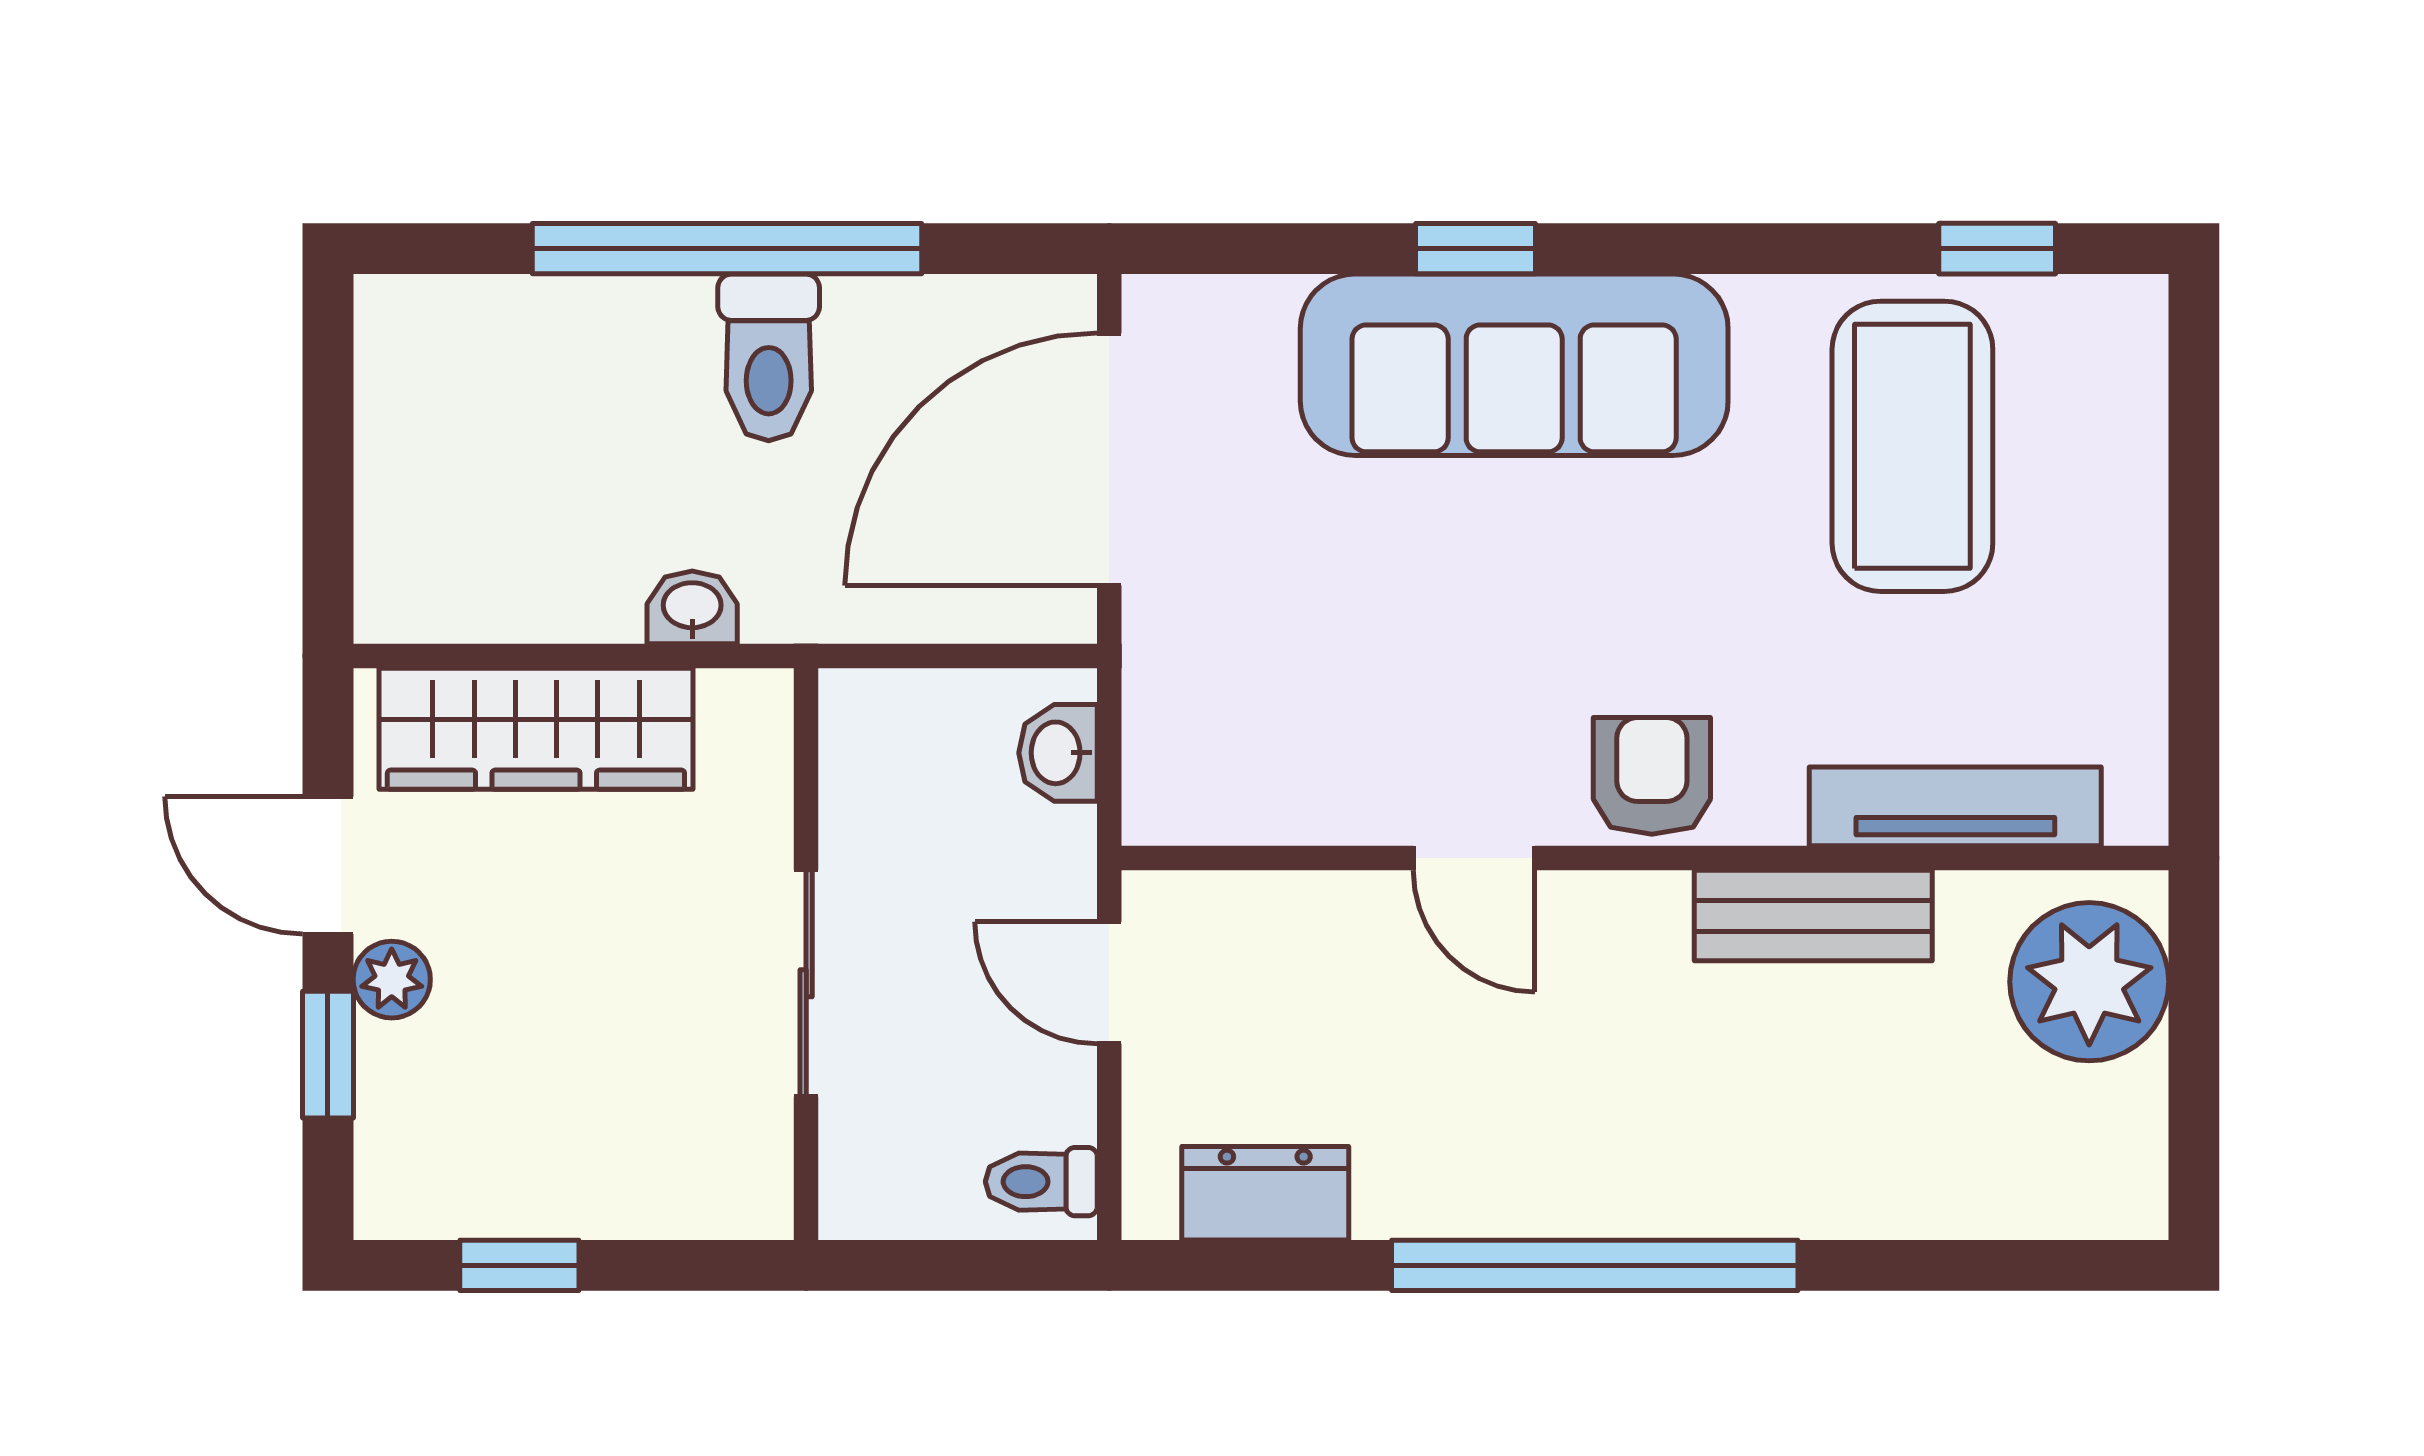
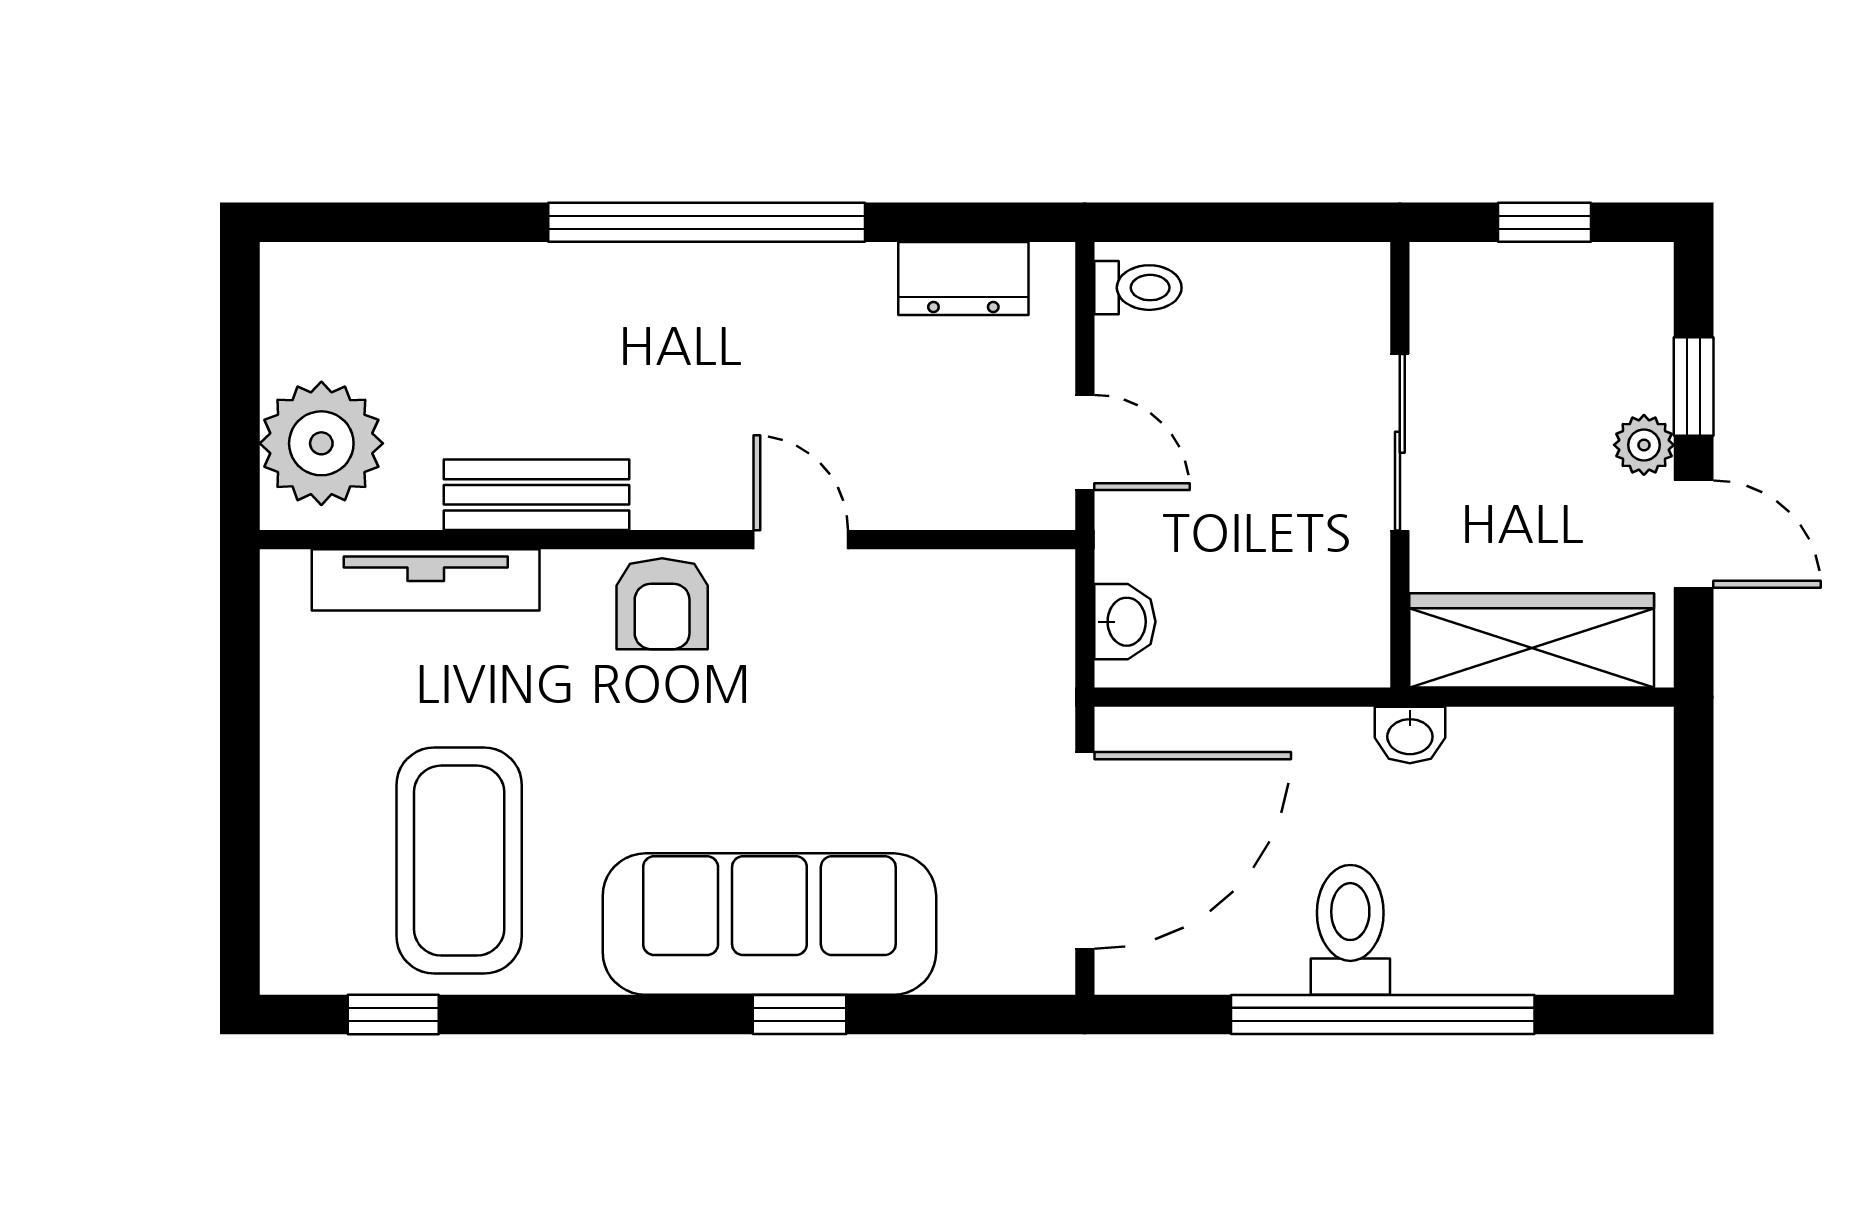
wall: (806, 954) -> (1400, 465), moved
sliding door: (806, 983) -> (1400, 442), moved

